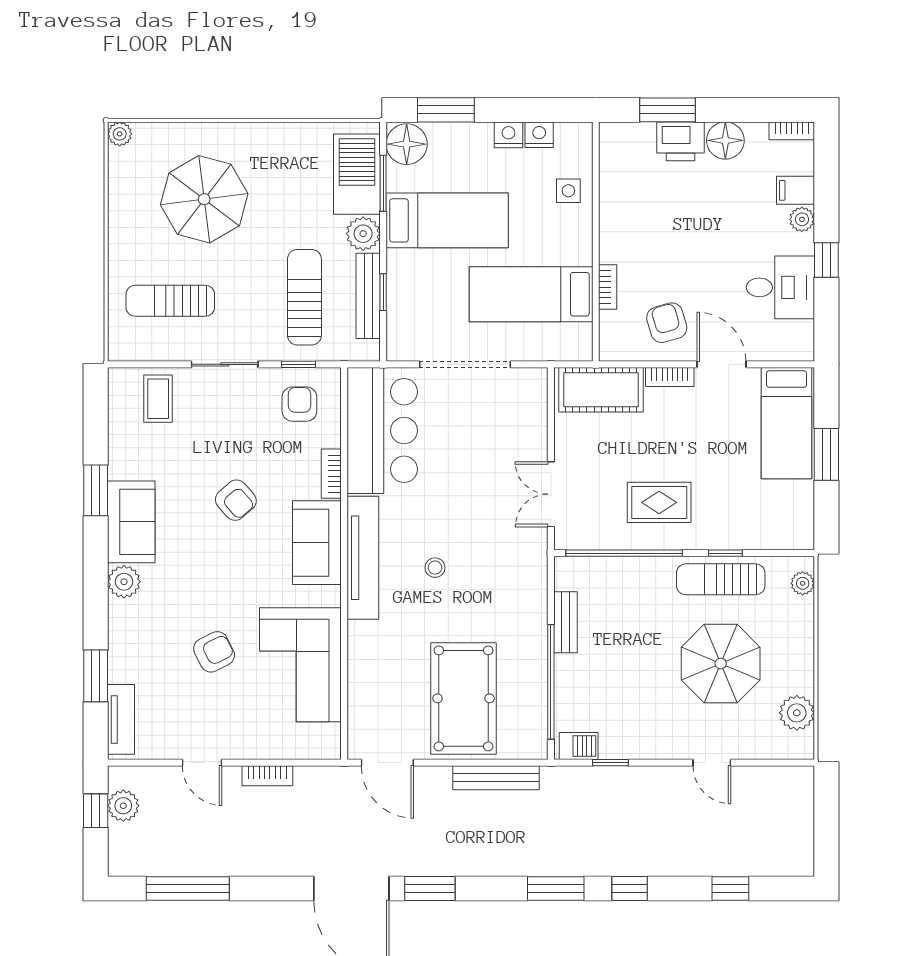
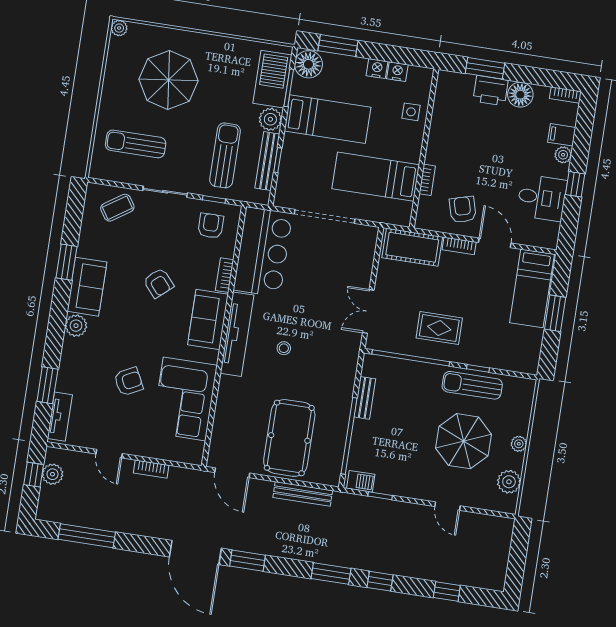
coffee table: (158, 399) -> (117, 208), turned 56
plant: (803, 583) -> (519, 444), moved

